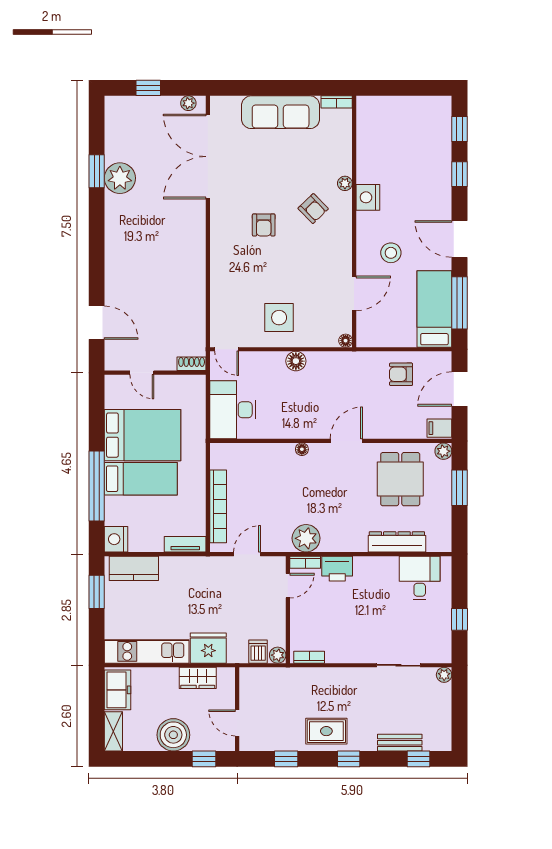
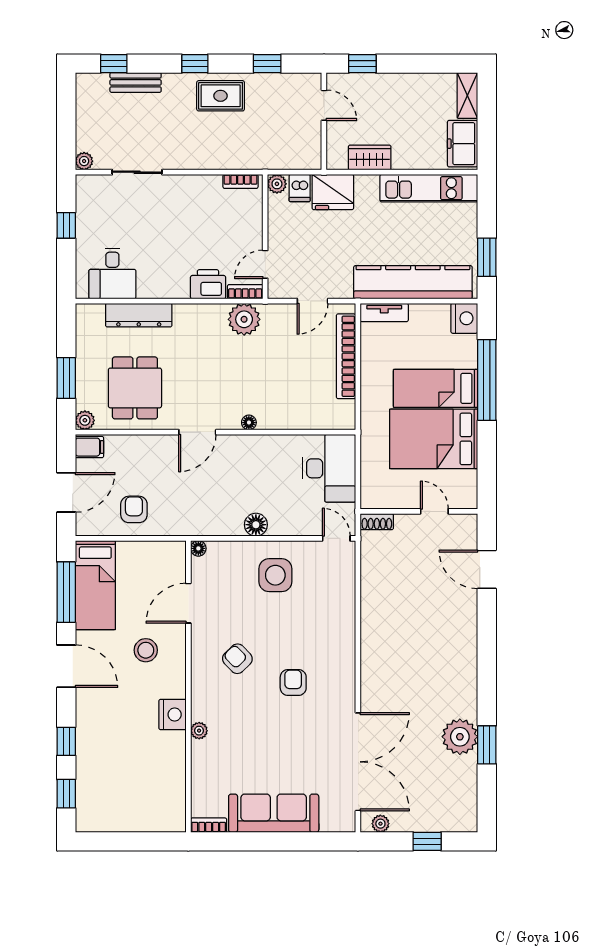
armchair: (313, 209) -> (237, 659), moved
armchair: (401, 374) -> (134, 509), turned -90
kitchen counter: (134, 568) -> (413, 282), width x2.08, depth x1.17
fridge: (208, 648) -> (333, 192), moved
boiler: (173, 735) -> (398, 92), removed

